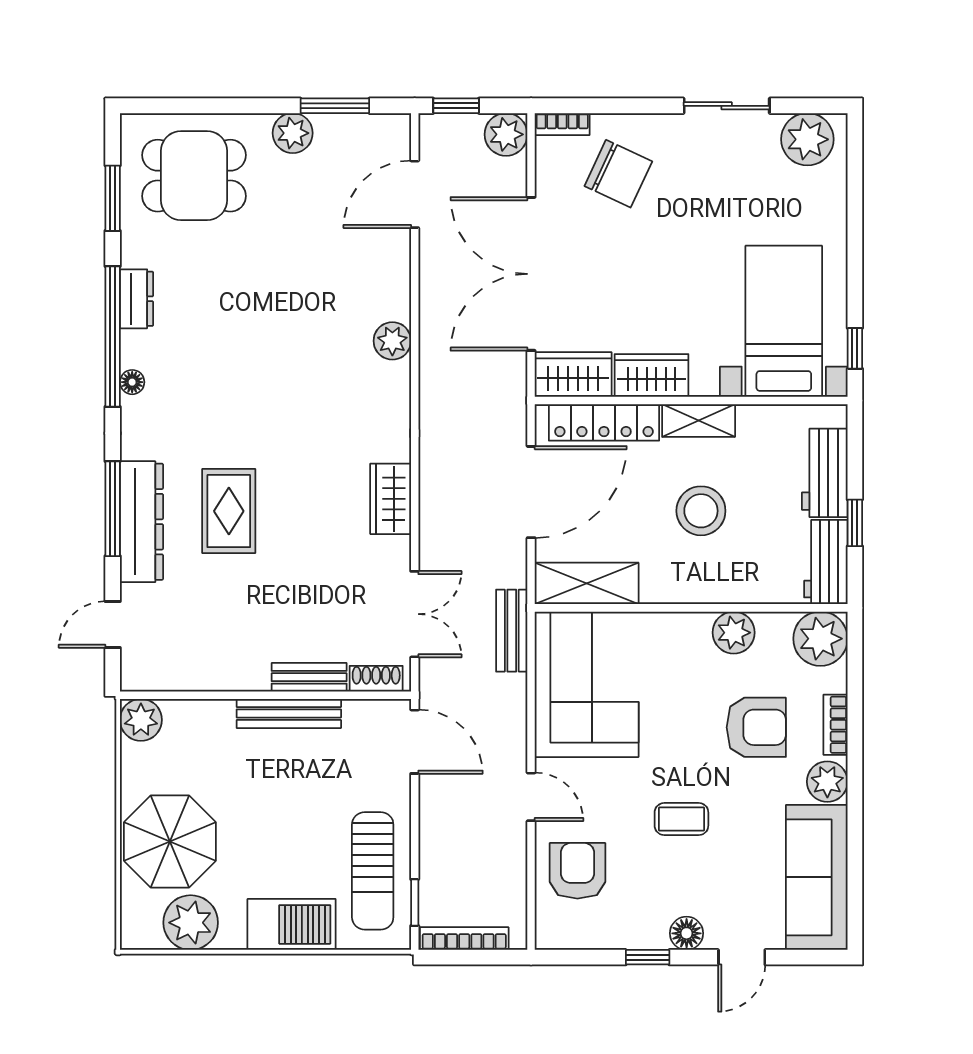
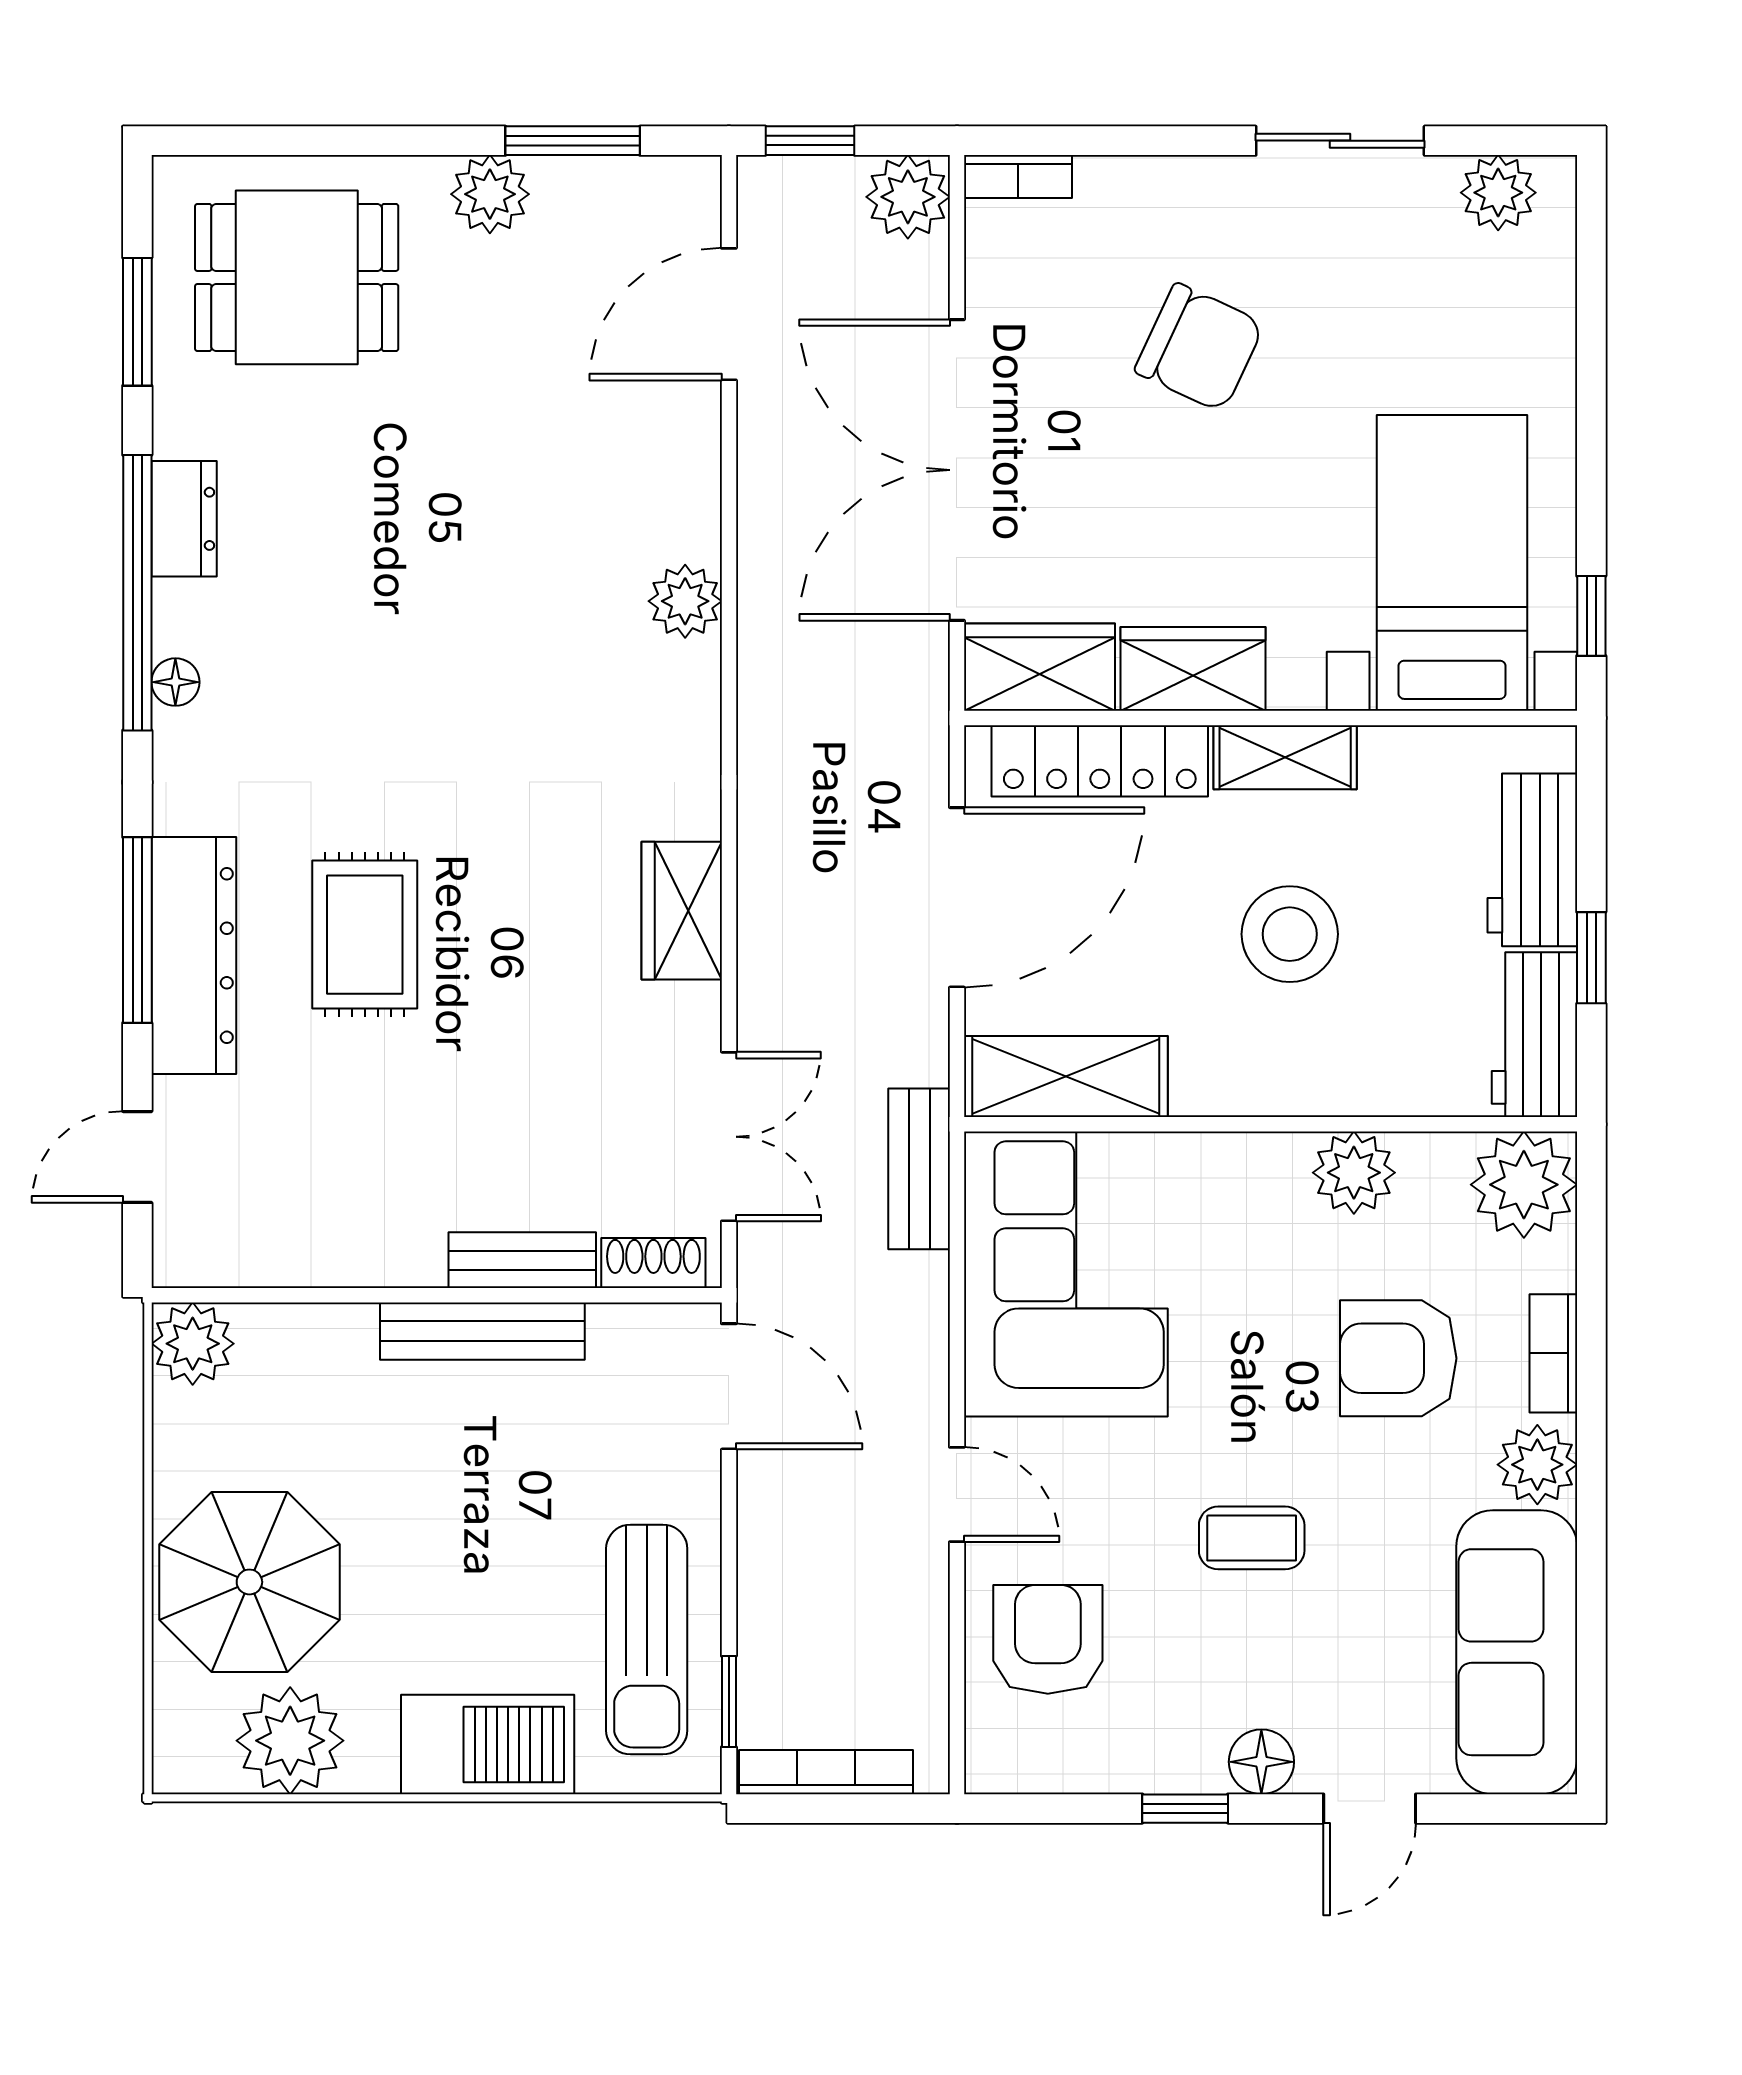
plant: (807, 139) -> (1498, 193), width x0.73, depth x0.73
chair: (618, 174) -> (1199, 348), moved
armchair: (756, 727) -> (1398, 1358), turned 180

